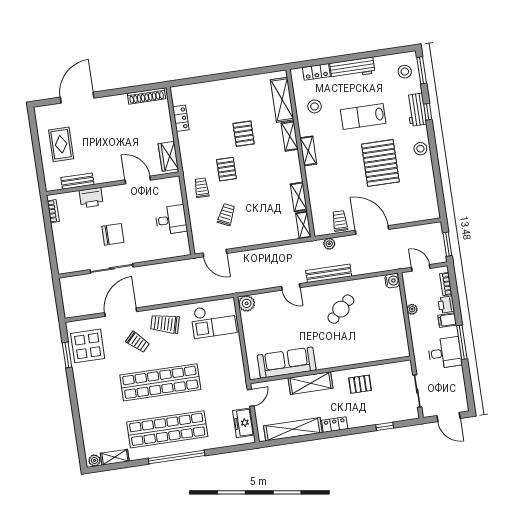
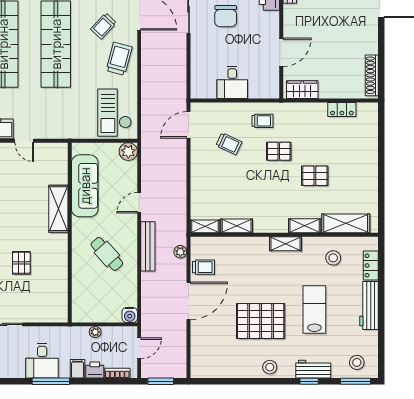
sofa: (287, 363) -> (85, 186), moved
wall: (330, 370) -> (70, 233), moved
shelving: (310, 383) -> (58, 209), moved

